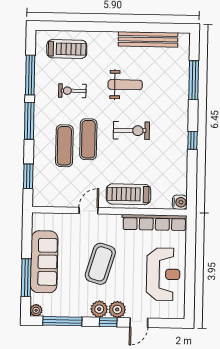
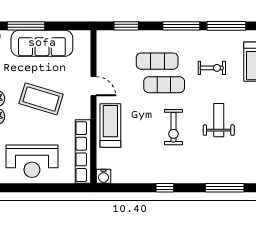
weight bench: (125, 85) -> (219, 120), turned 180
exercise bike: (72, 91) -> (212, 68), turned 90

